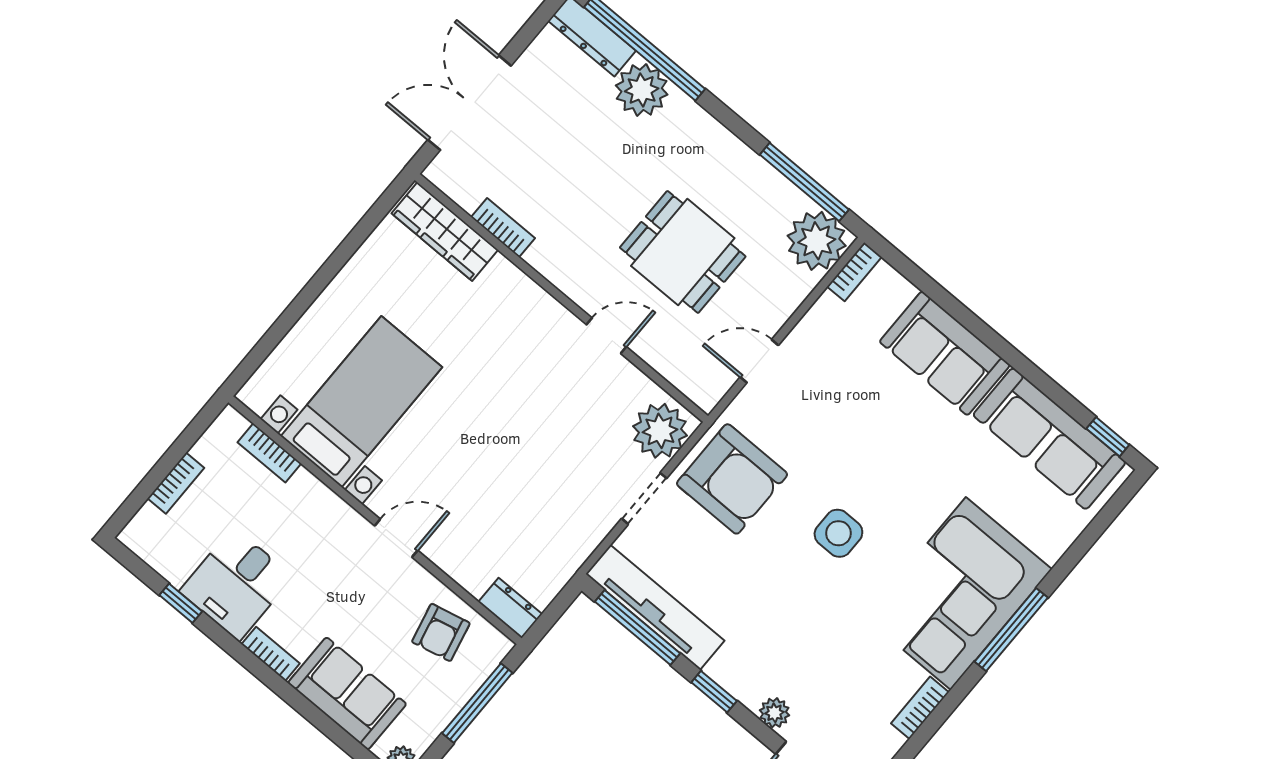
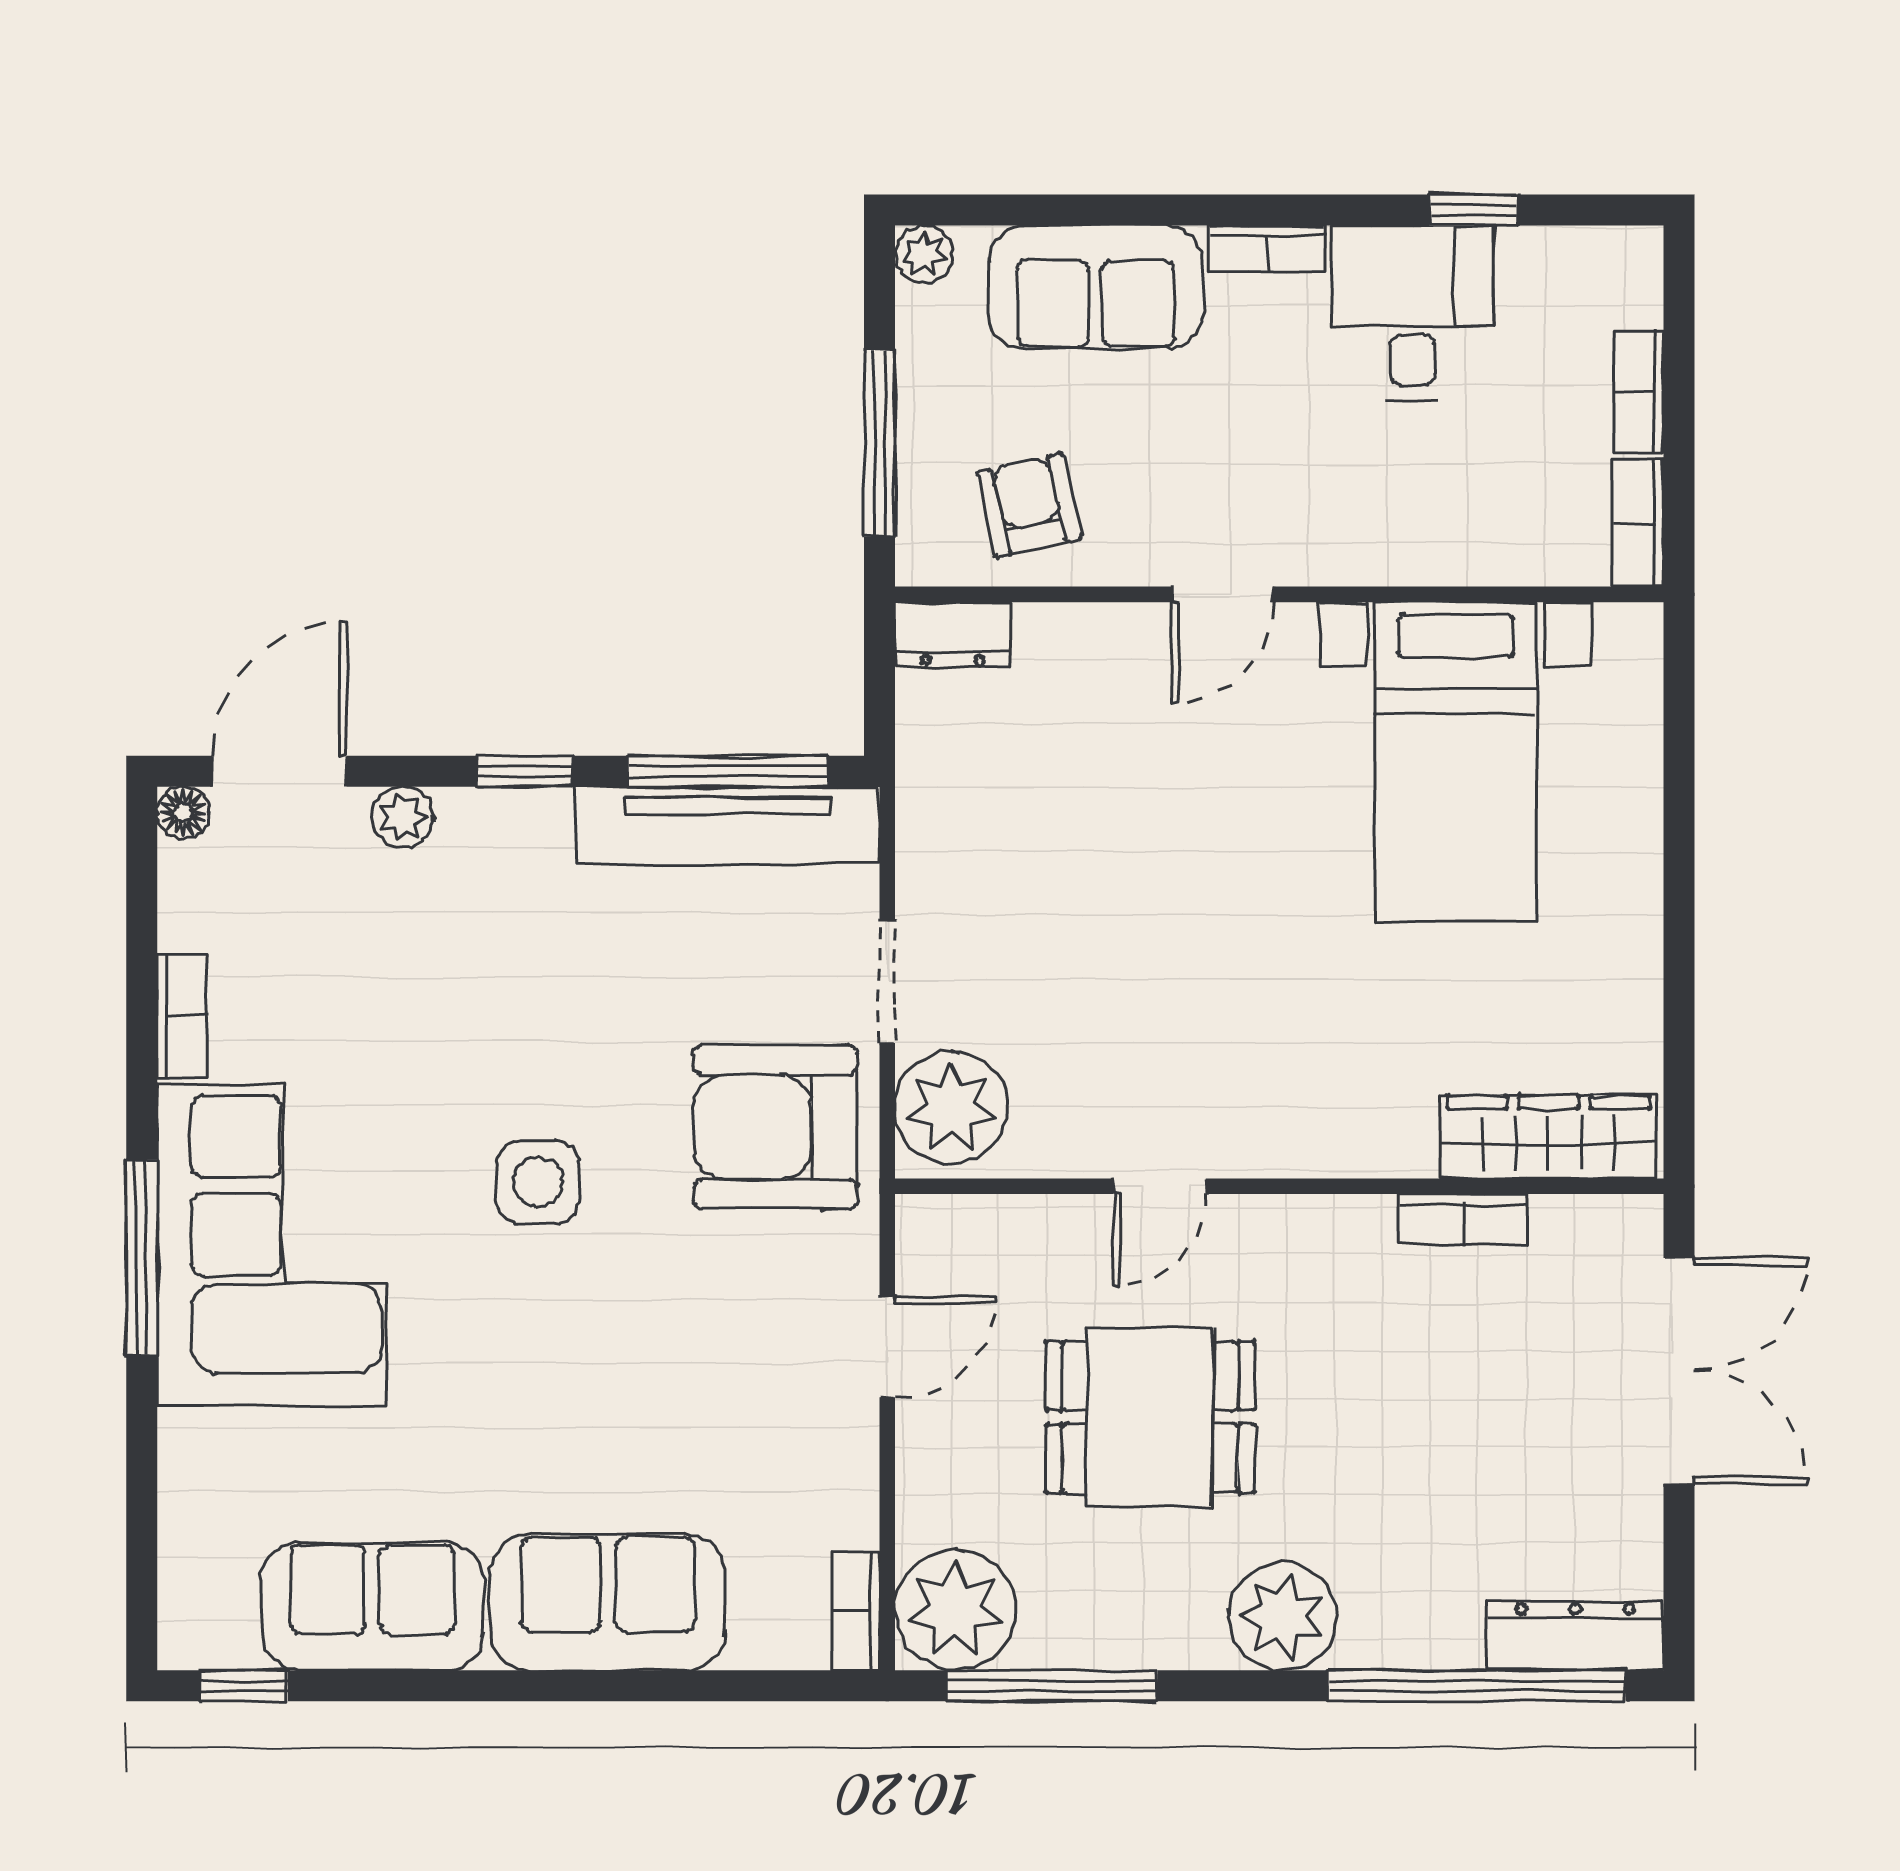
plant: (642, 90) -> (1283, 1616), moved
sofa: (1049, 439) -> (372, 1606), width x0.73
bookcase: (269, 453) -> (1638, 523), moved, turned -90

